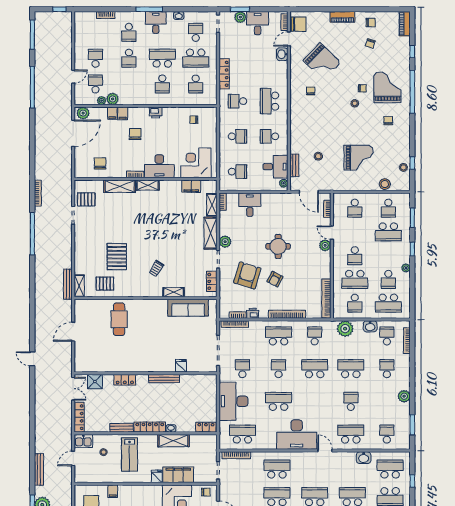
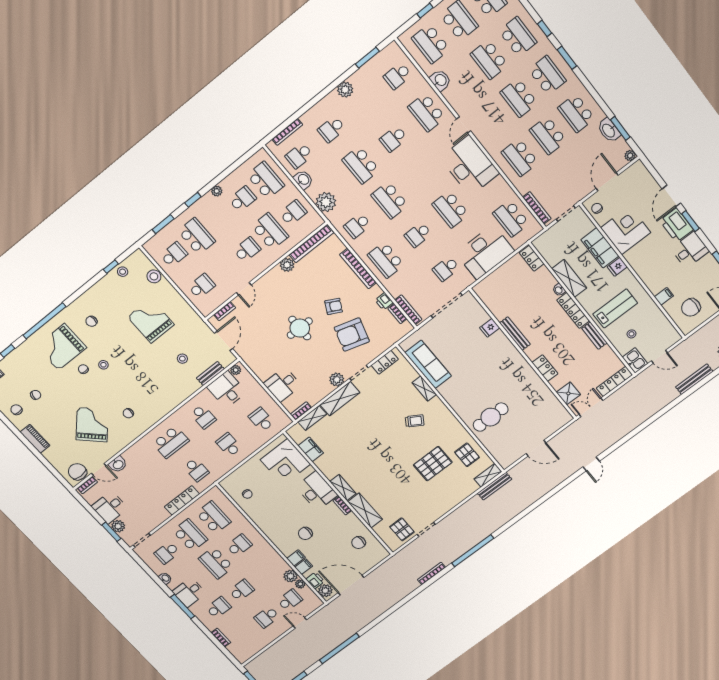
school desk: (95, 84) -> (290, 600), turned 180
school desk: (196, 84) -> (213, 517), width x1.85
printer: (156, 113) -> (315, 580), moved
plant: (325, 245) -> (287, 265), moved

